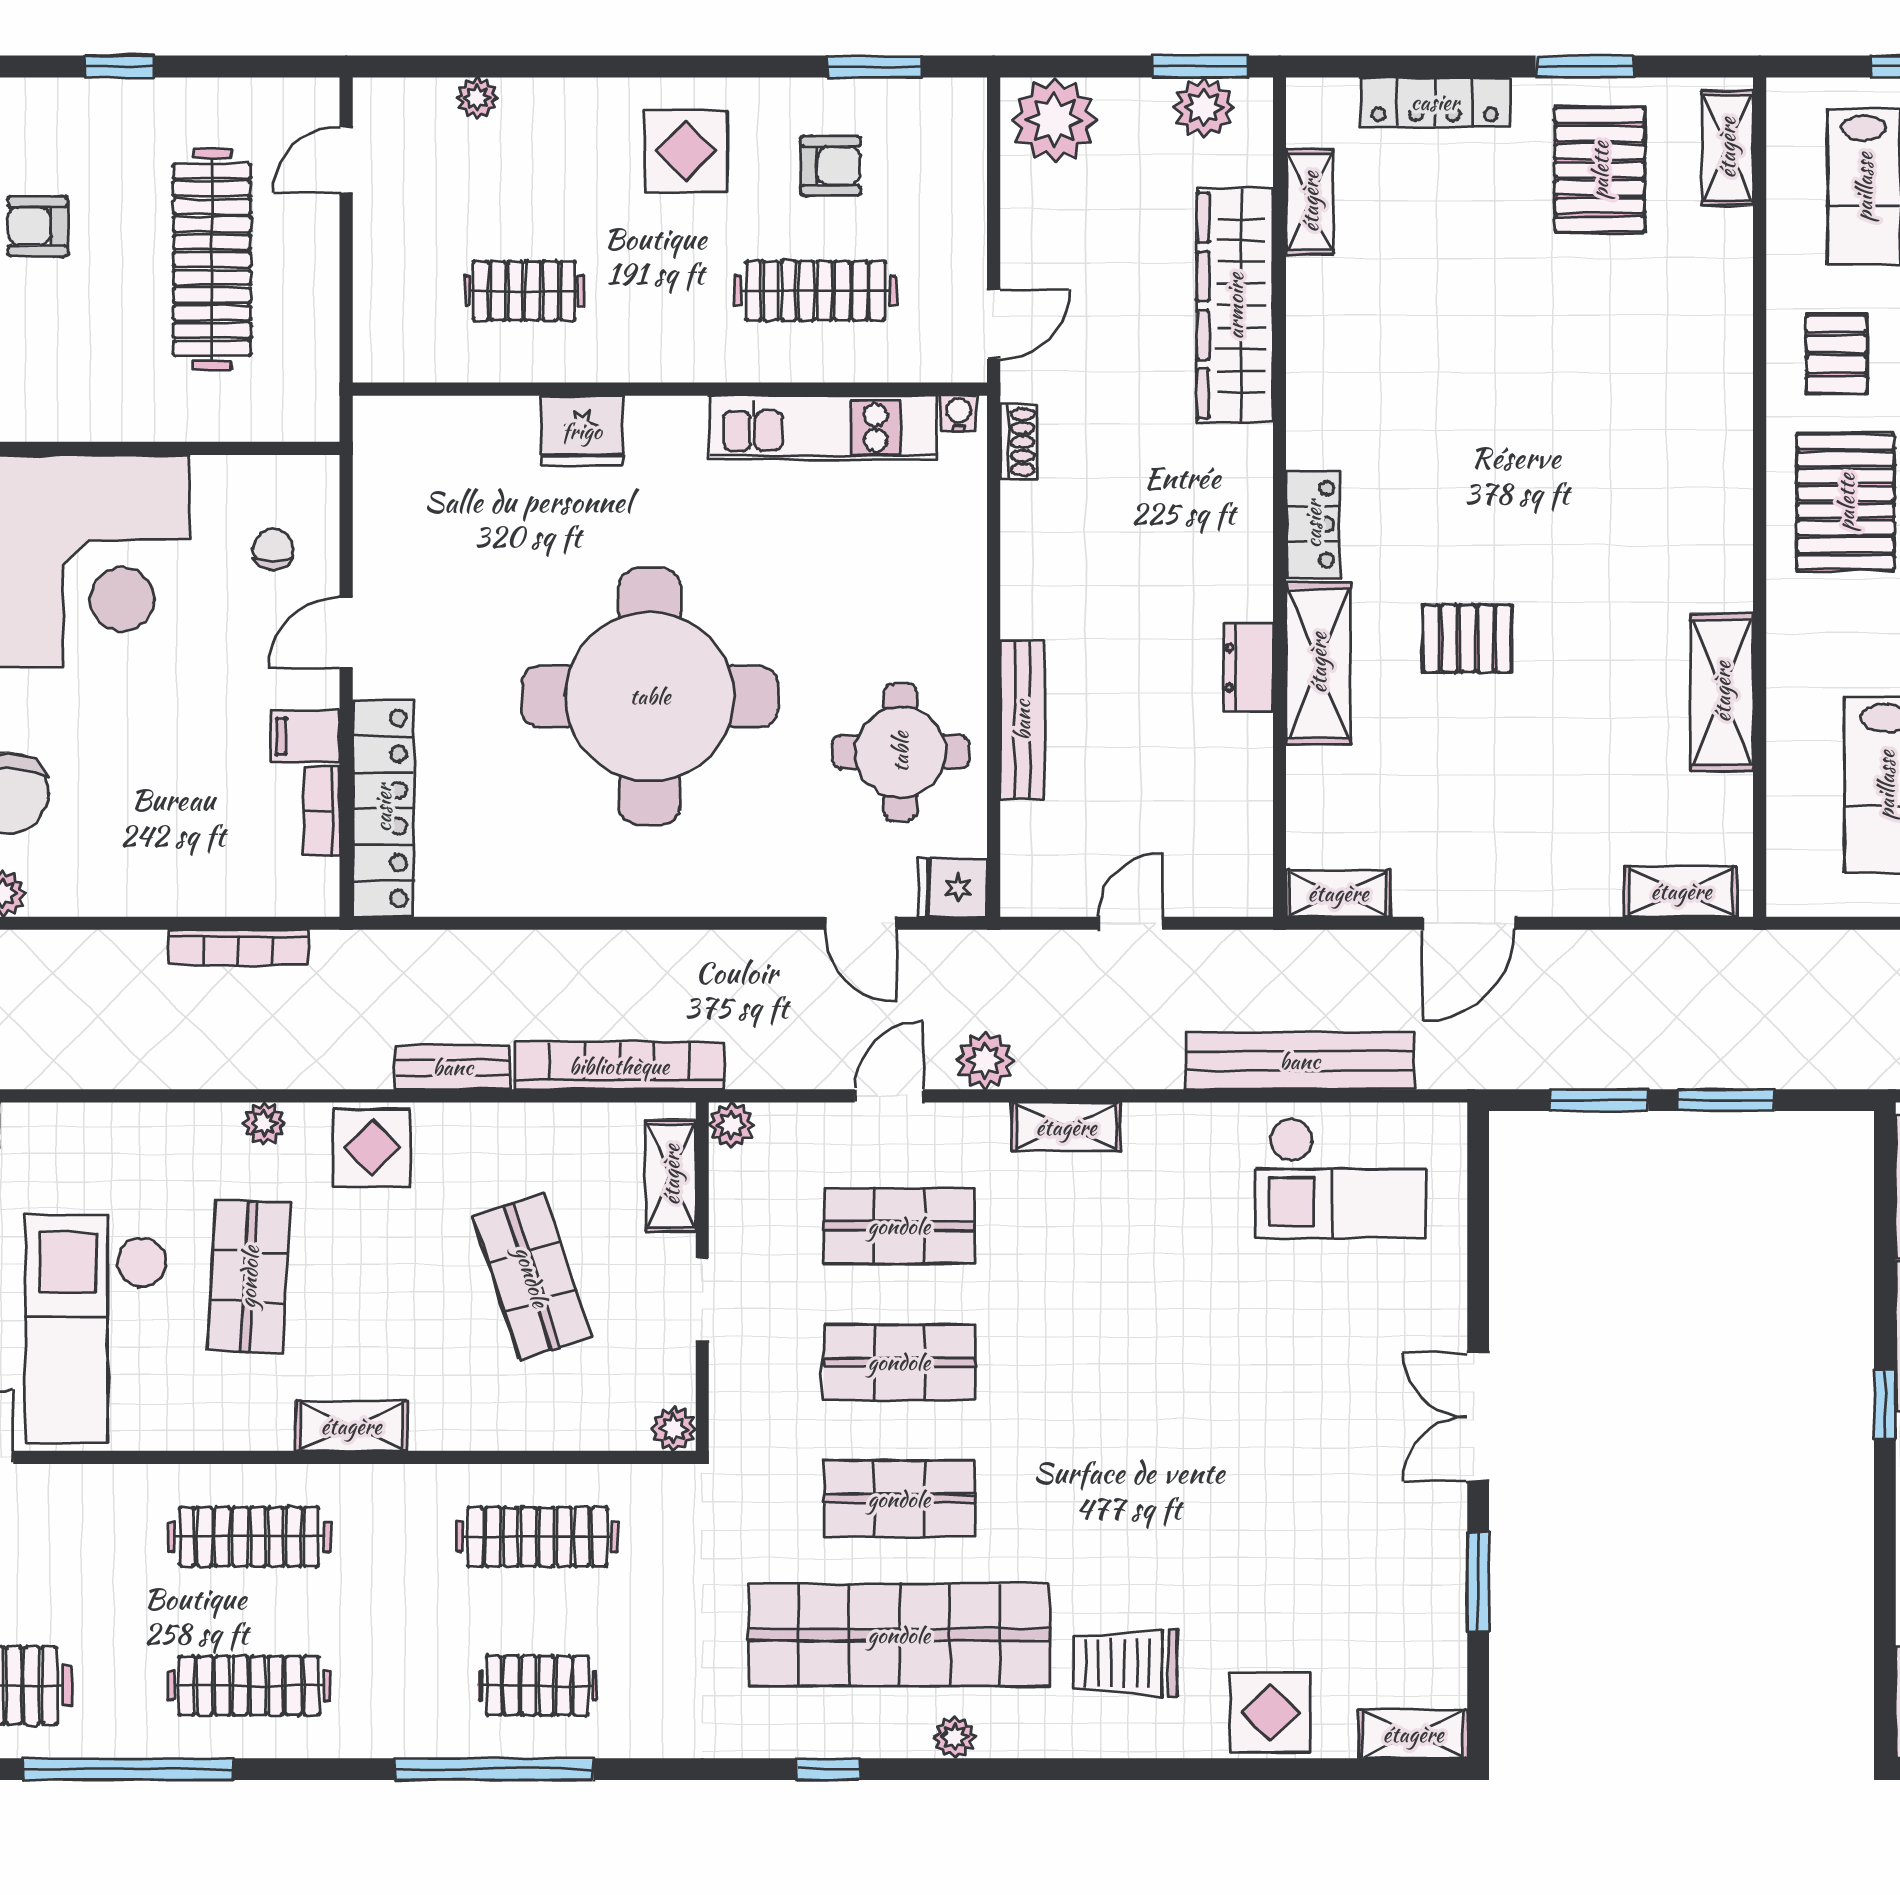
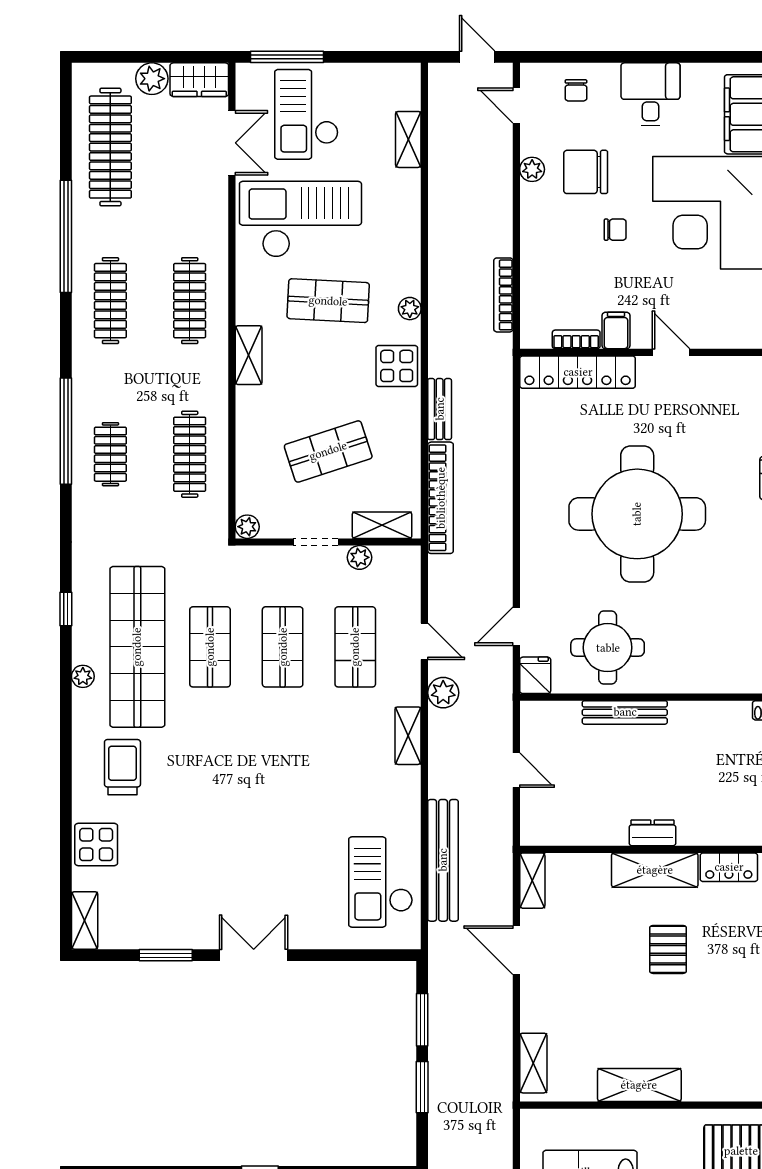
chair: (273, 549) -> (615, 230), moved
plant: (731, 1125) -> (359, 557), moved

